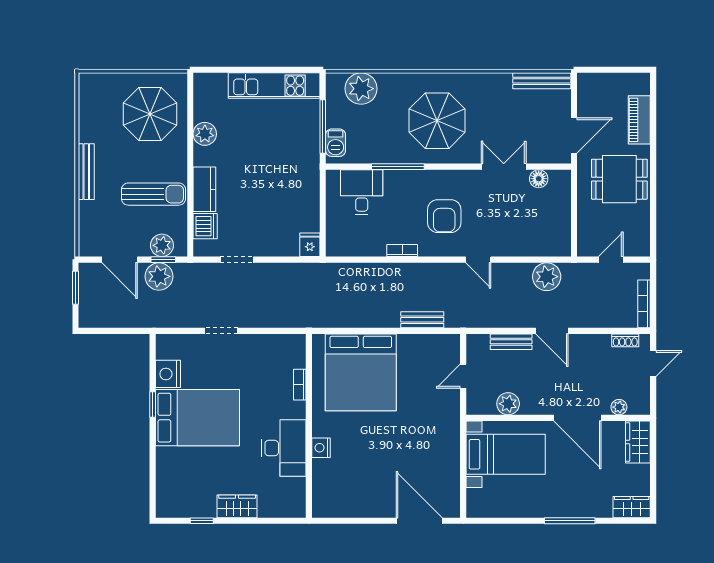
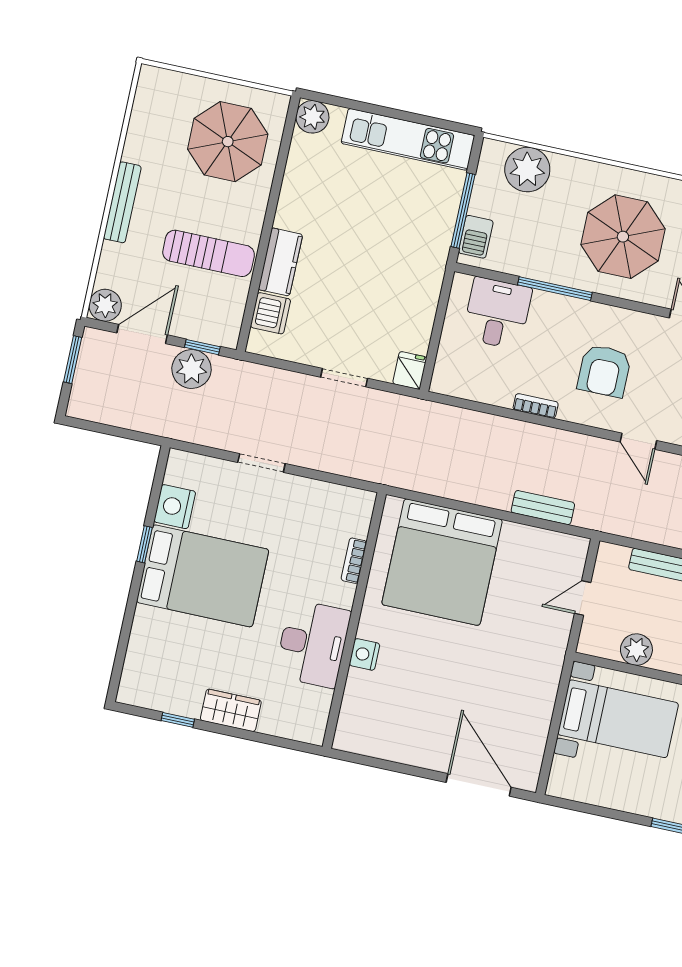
plant: (205, 134) -> (312, 117), moved
plant: (162, 245) -> (105, 305), moved
door: (120, 260) -> (142, 334), swing flipped
doorway: (237, 260) -> (344, 378), moved

